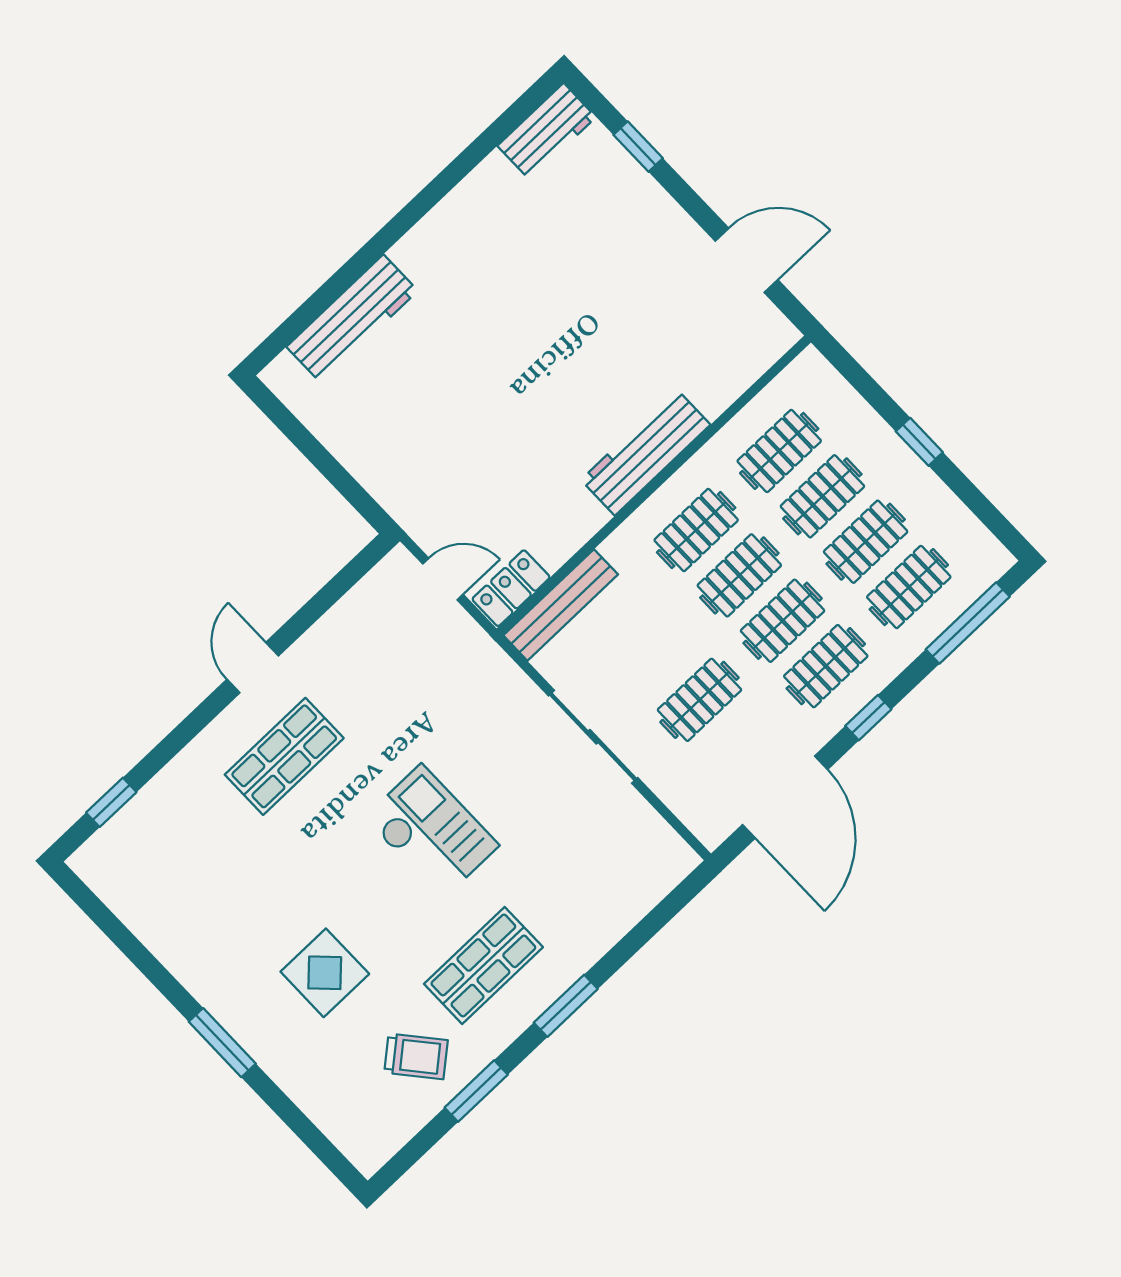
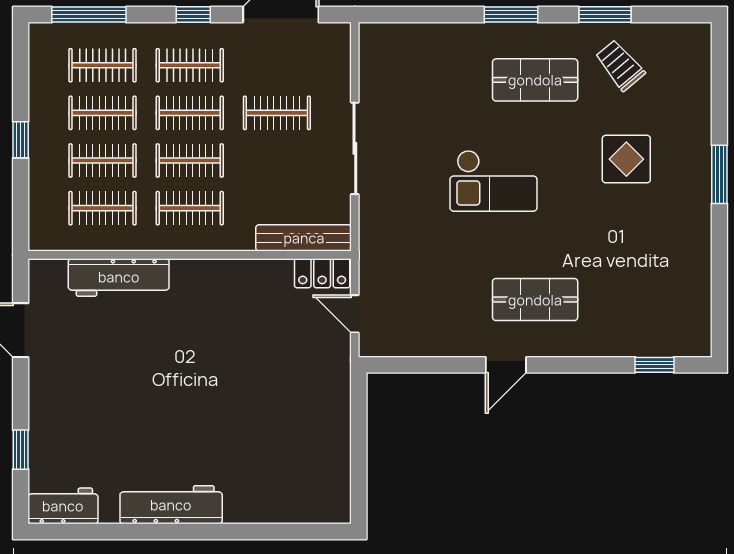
workbench: (352, 319) -> (171, 505), moved
workbench: (646, 452) -> (119, 277), moved
checkout: (432, 832) -> (493, 181), turned -90

